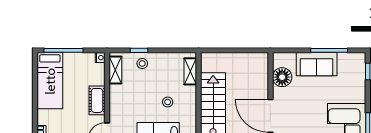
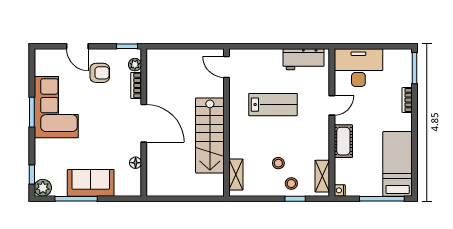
plant: (358, 60) -> (43, 188), added
floor lamp: (282, 77) -> (136, 163), width x0.53, depth x0.53
stool: (168, 102) -> (278, 163), moved

